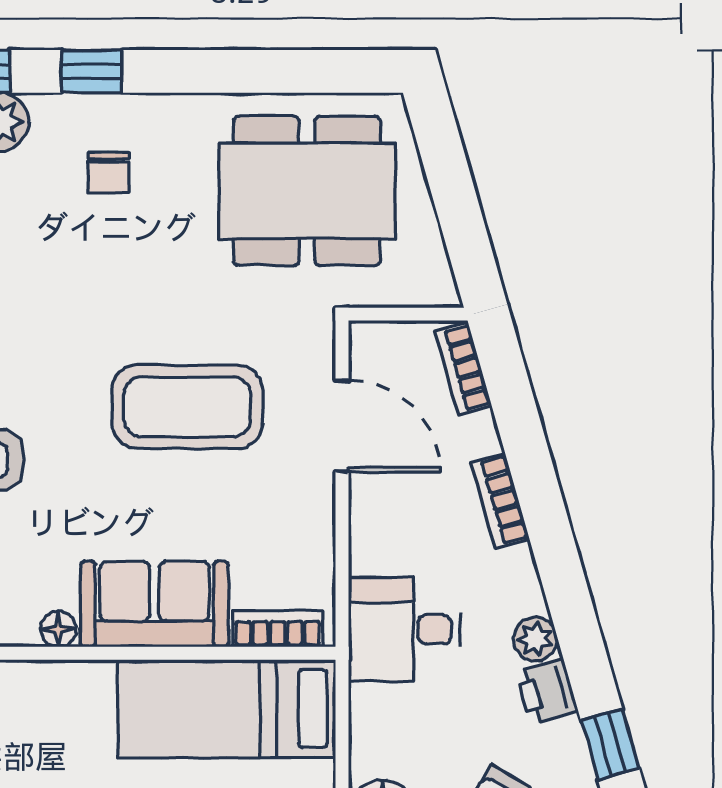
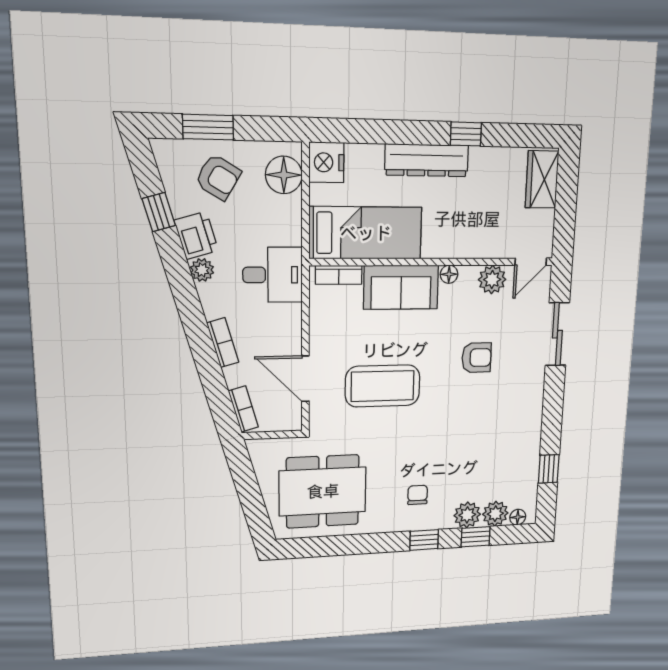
printer: (547, 691) -> (196, 235), width x1.36, depth x1.24

